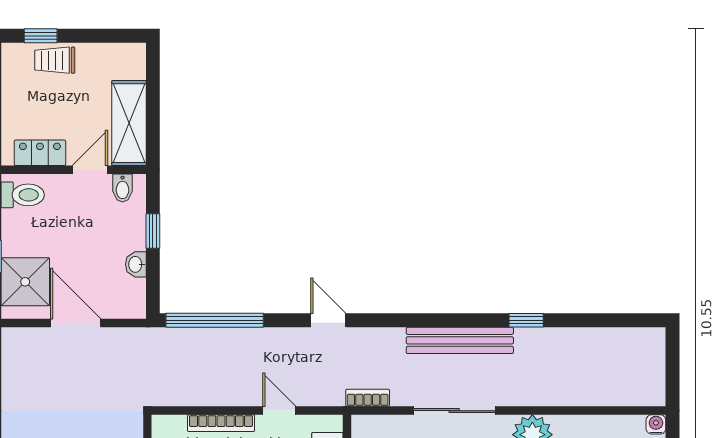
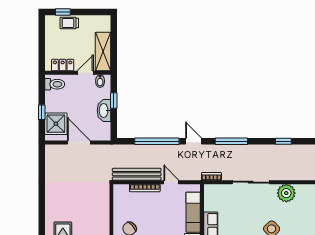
washbasin: (136, 264) -> (104, 111), width x1.91, depth x1.45
window: (215, 320) -> (157, 141), moved
window: (412, 320) -> (231, 141), added
bench: (460, 340) -> (137, 174), moved

